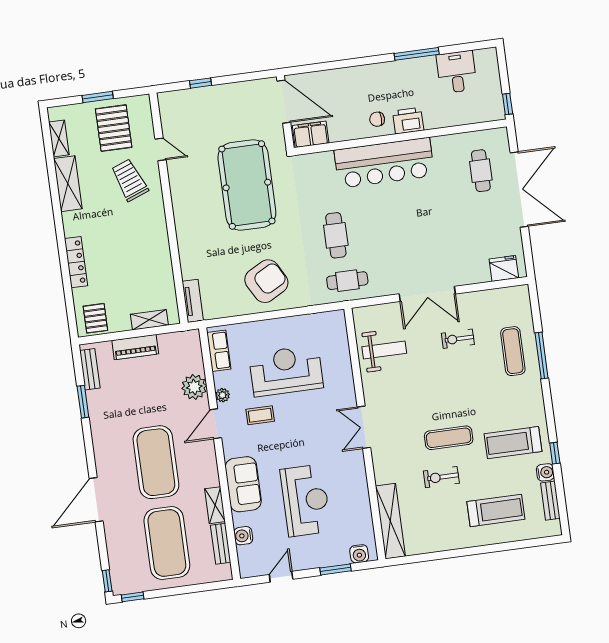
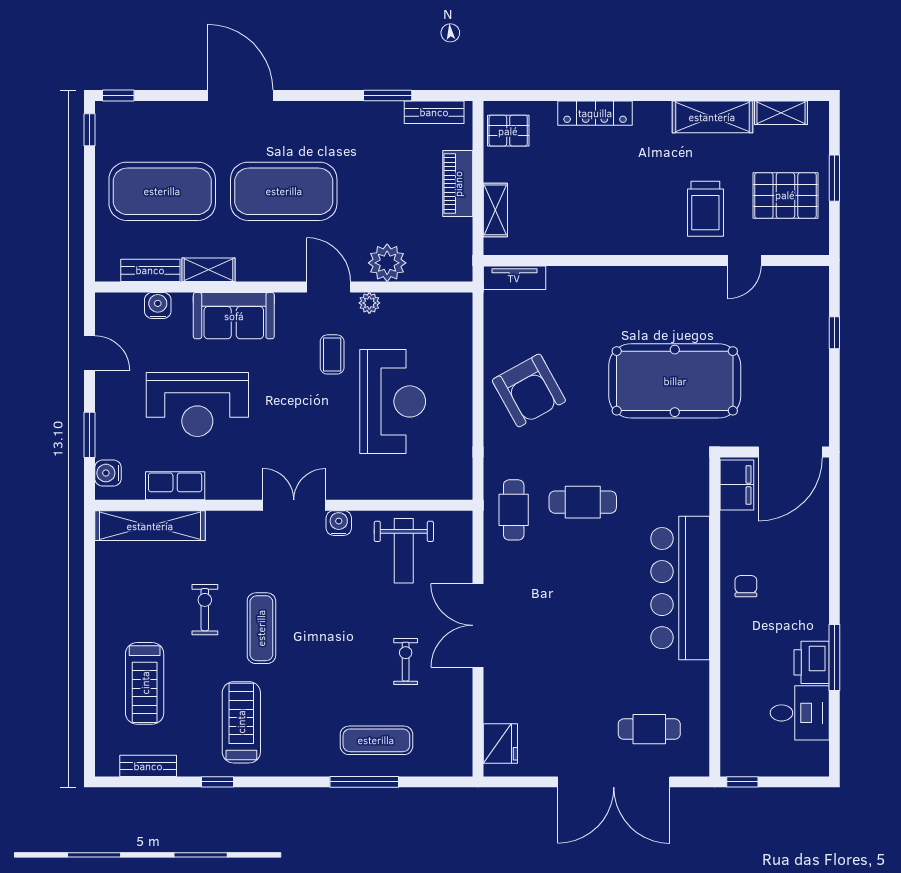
printer: (408, 121) -> (812, 662), moved, turned 180
trolley: (130, 180) -> (705, 209), turned 111
row of seats: (219, 351) -> (175, 486), moved, turned 180
water cooler: (545, 472) -> (339, 523), moved, turned 180

